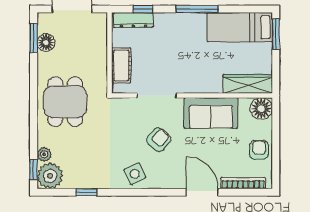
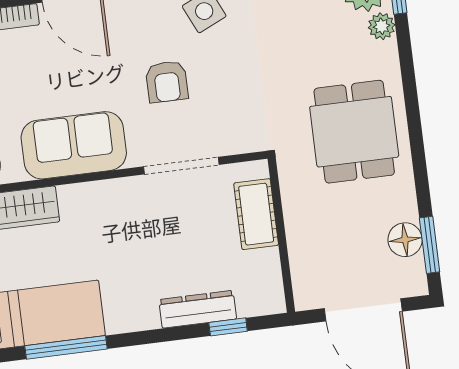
window: (197, 9) -> (66, 347), moved
dresser: (133, 20) -> (198, 309), moved
armchair: (159, 140) -> (167, 82), turned -40

